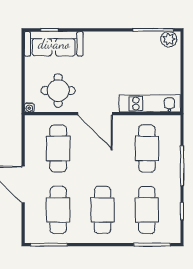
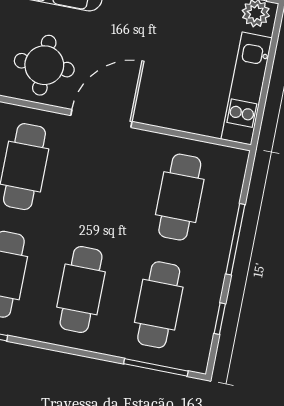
kitchen unit: (150, 104) -> (247, 88), moved, turned -90
door: (95, 114) -> (101, 118), swing flipped

